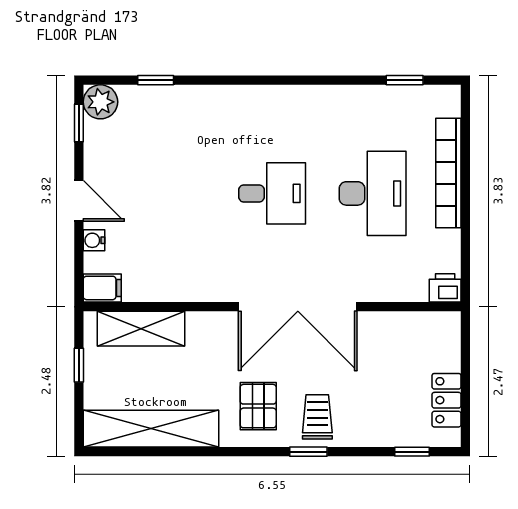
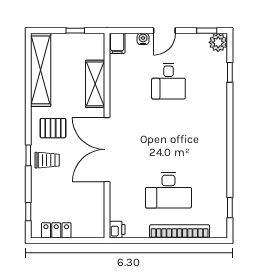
desk: (272, 193) -> (168, 81), moved
shelving: (141, 329) -> (95, 84), moved

